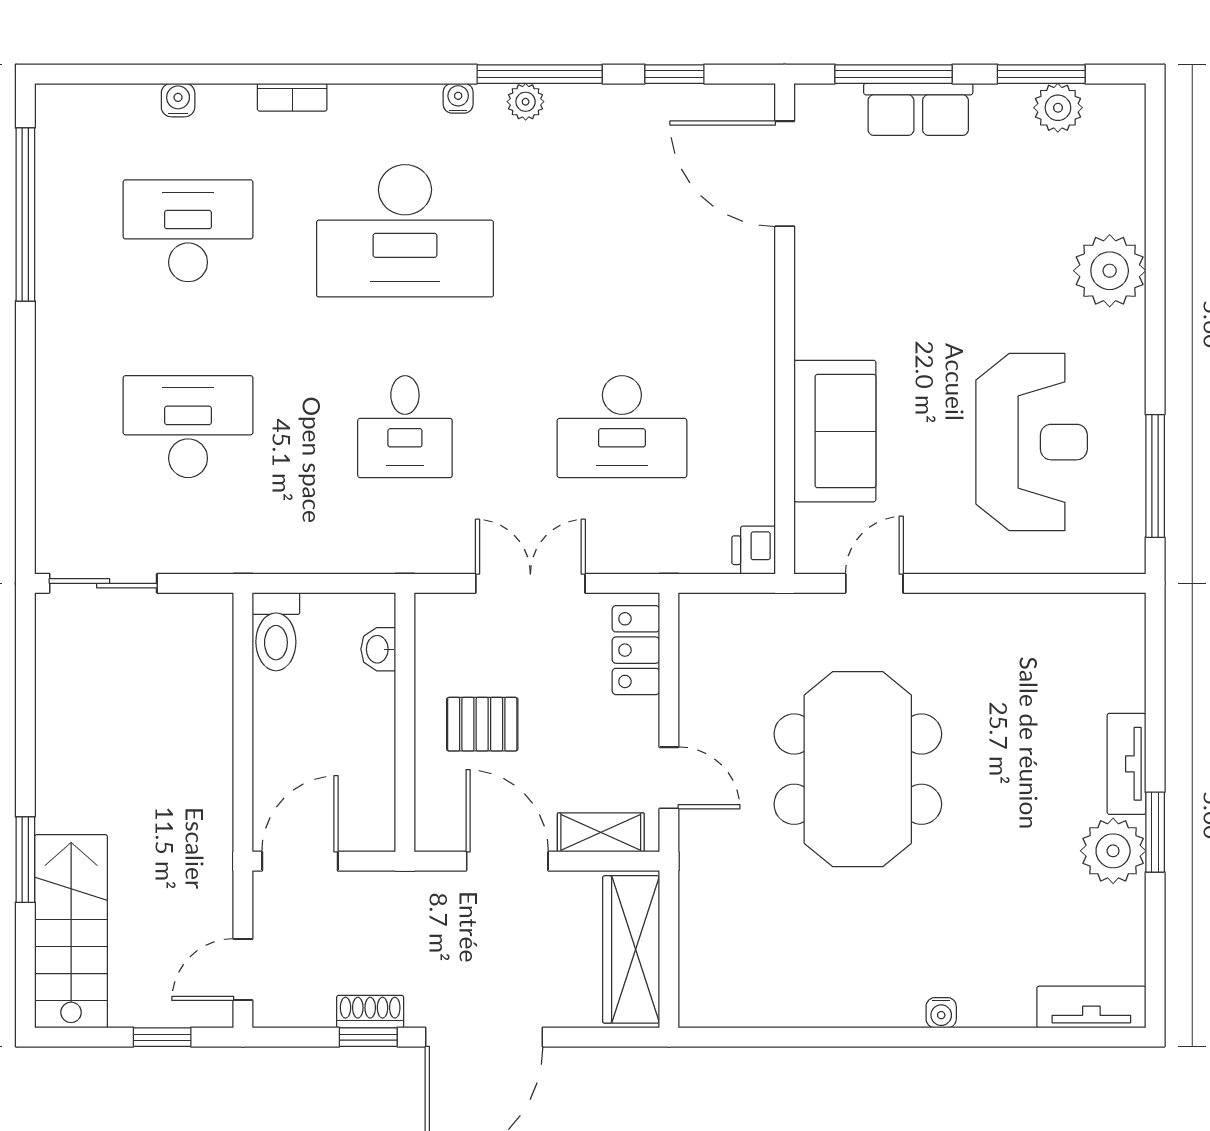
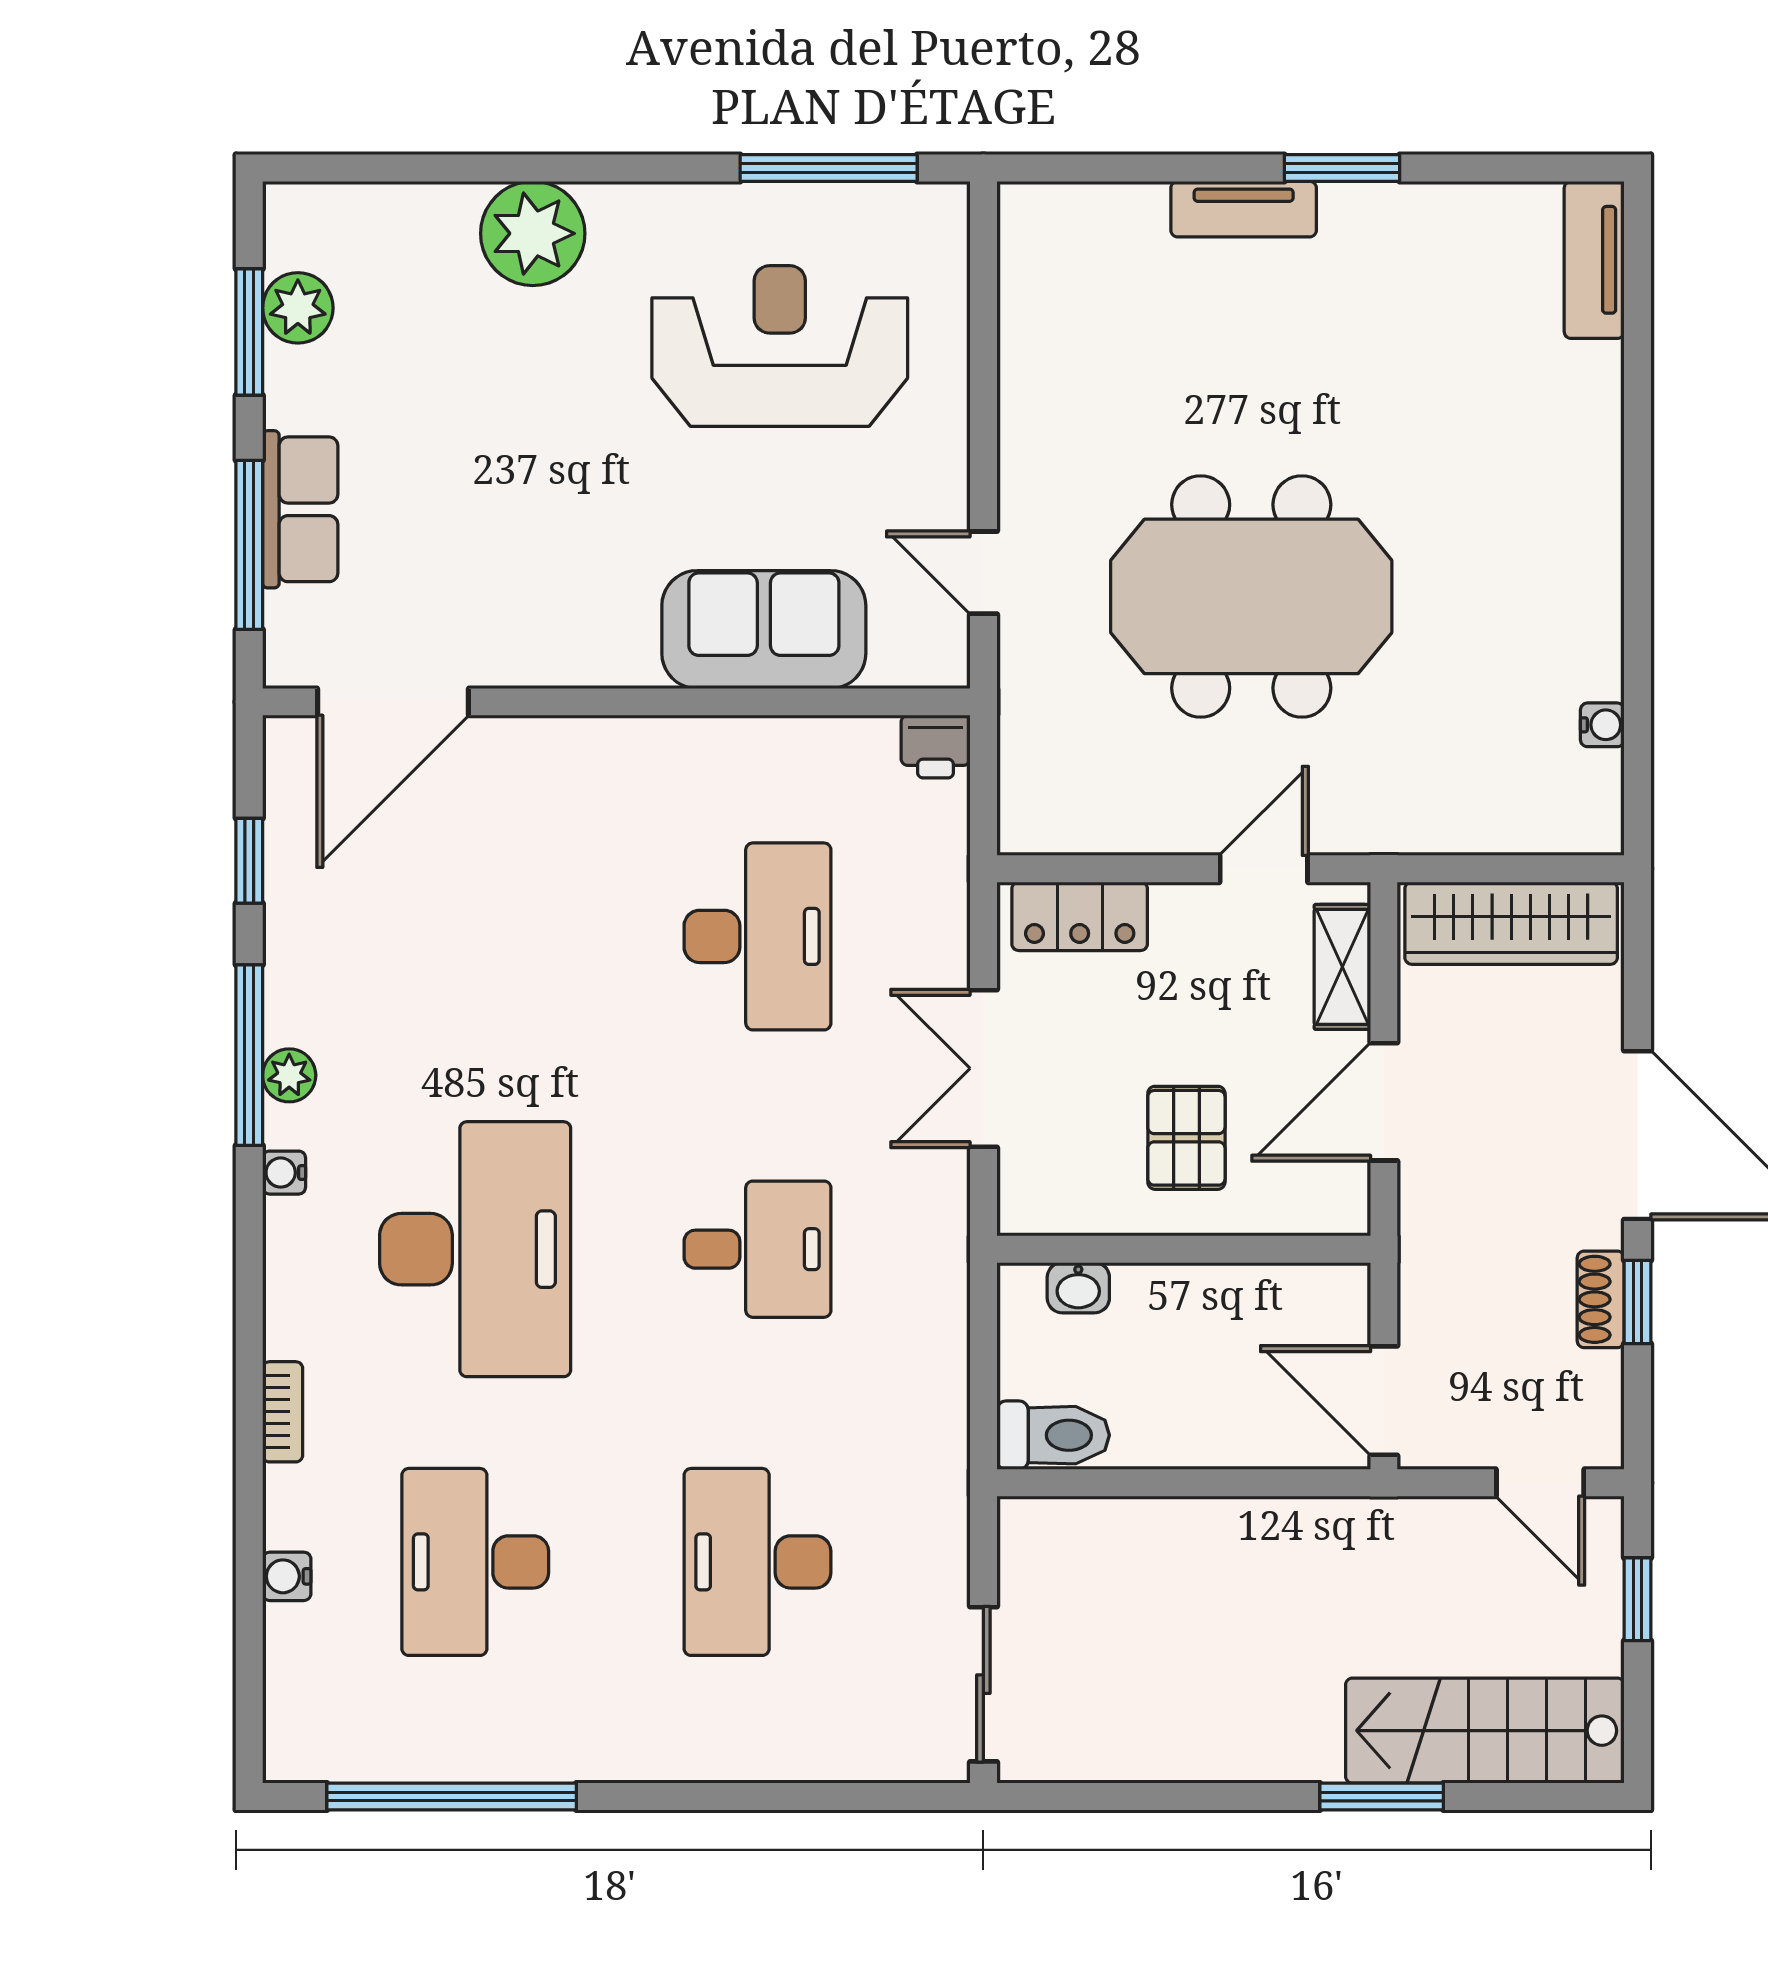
plant: (1113, 851) -> (1369, 228), removed
water cooler: (941, 1013) -> (1602, 725), moved

